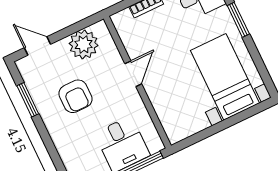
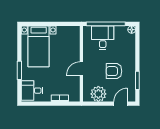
door: (37, 46) -> (121, 104), swing flipped
armchair: (75, 96) -> (114, 71), turned -90

